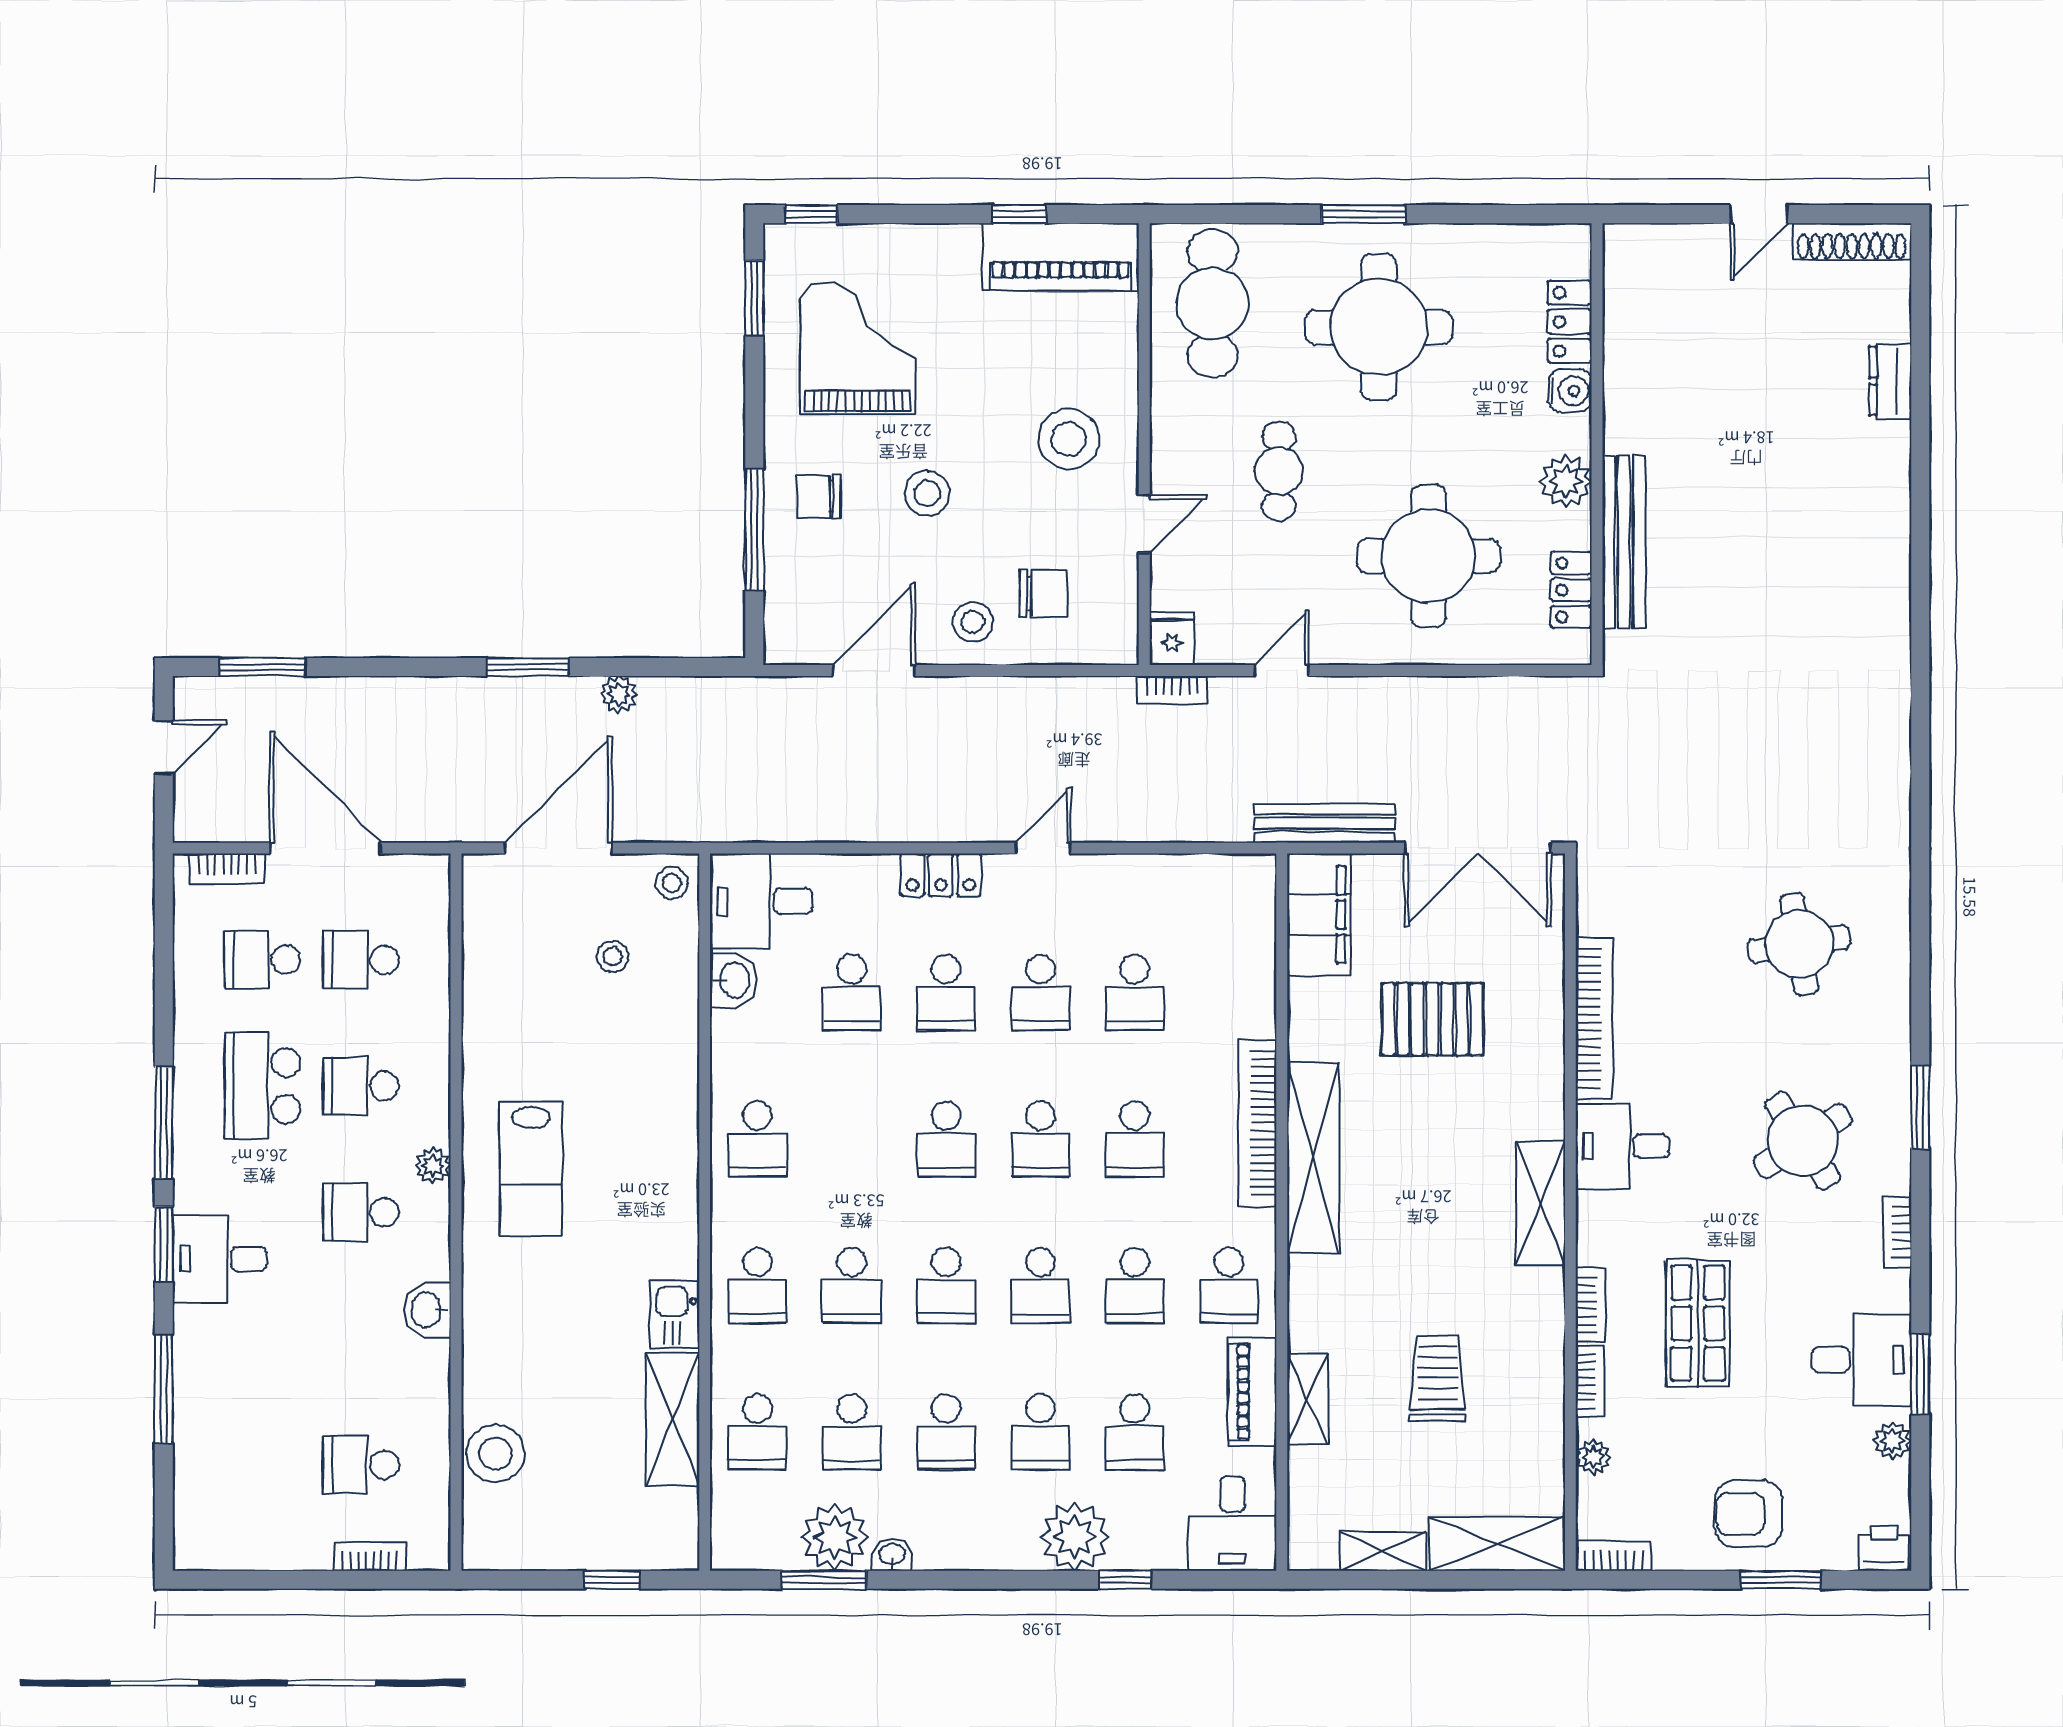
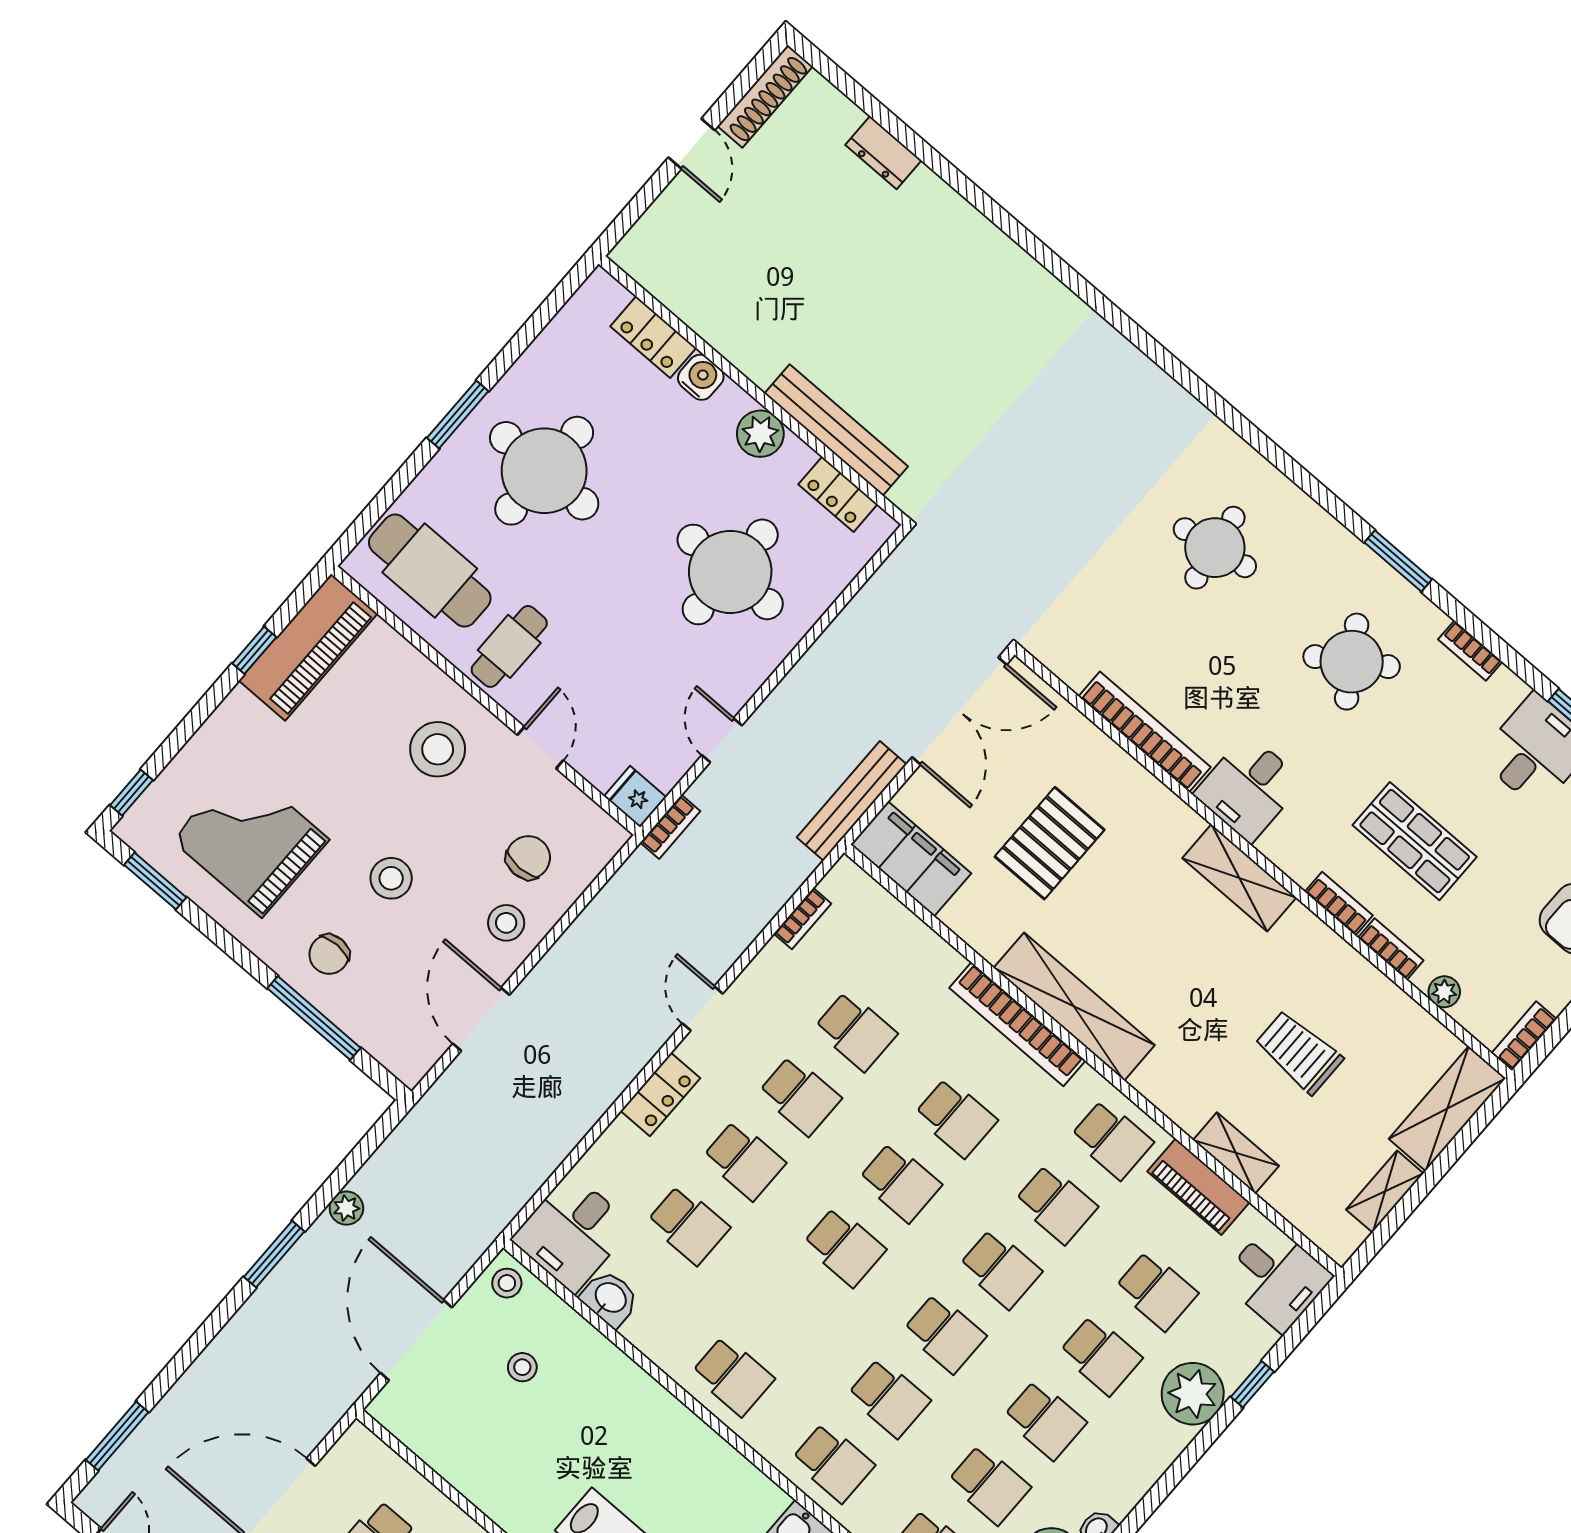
cafe table: (1279, 471) -> (509, 646), moved, turned 90
bookcase: (1191, 867) -> (803, 919), added

